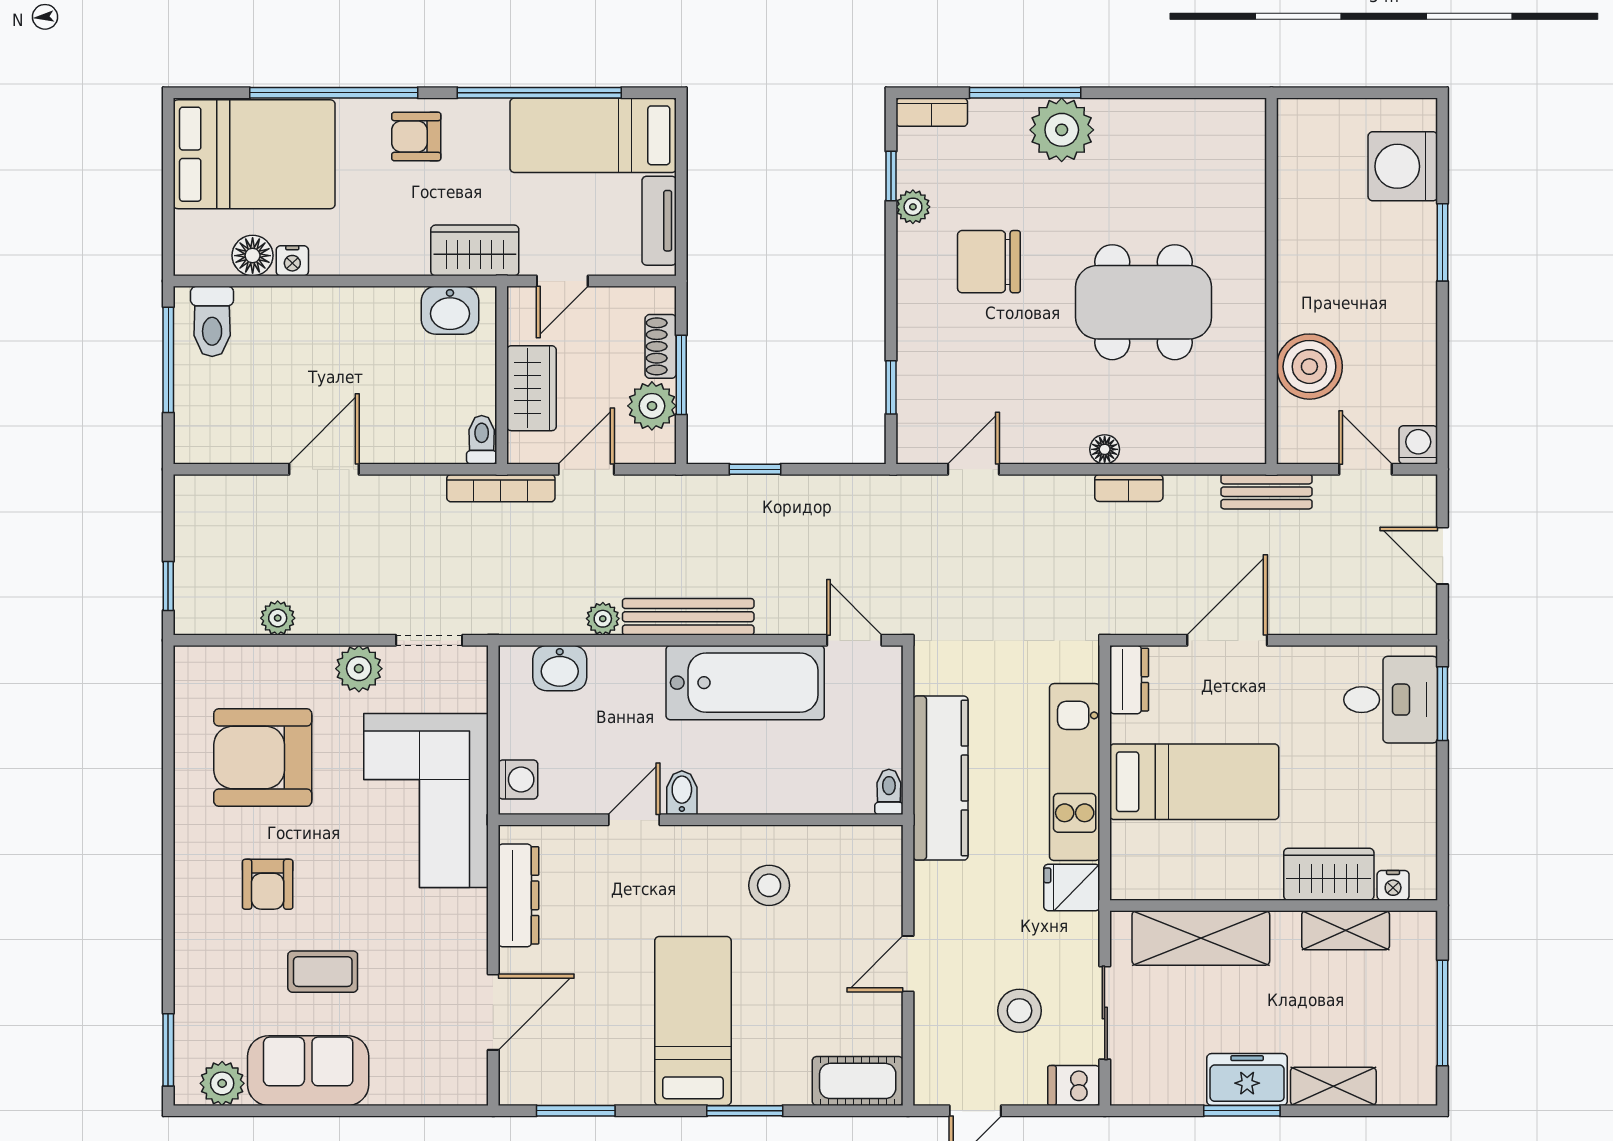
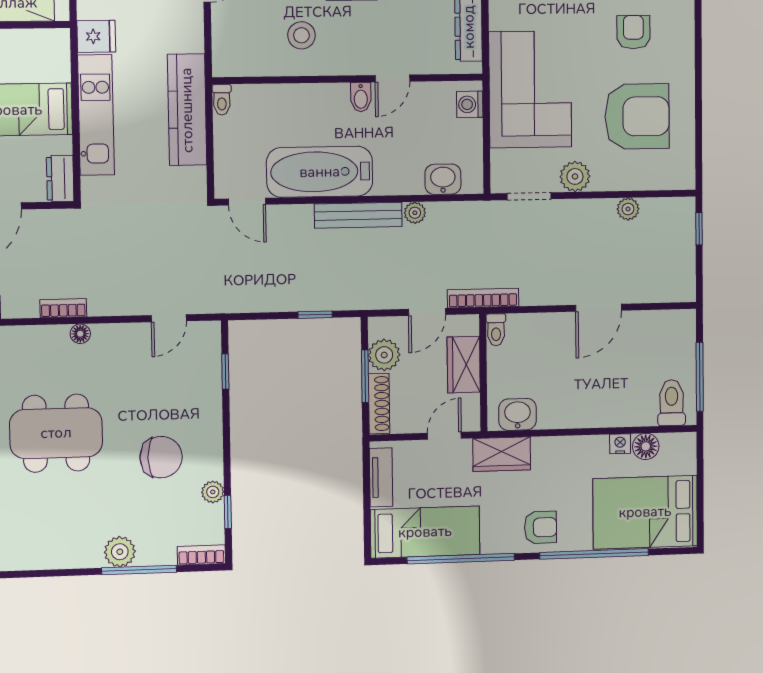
plant: (1062, 130) -> (120, 552), width x0.73, depth x0.73
shoe rack: (661, 346) -> (379, 404), width x1.43

